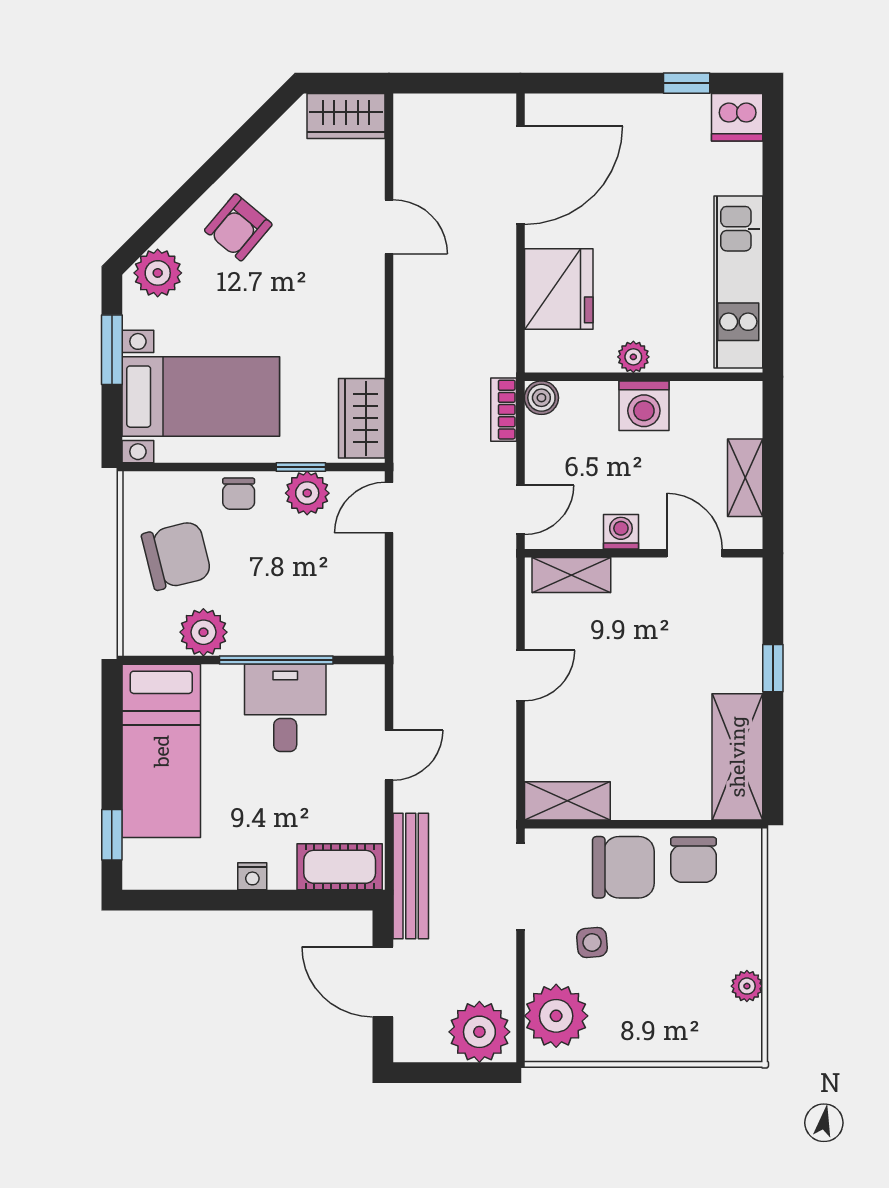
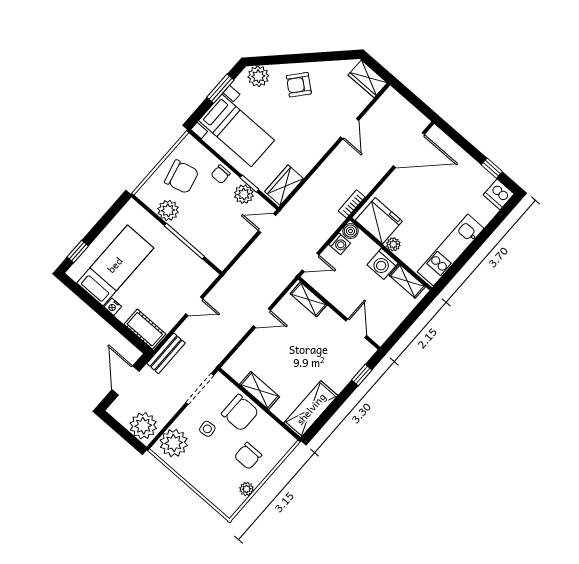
fridge: (559, 289) -> (379, 221), moved, turned -90
bookcase: (504, 410) -> (352, 204), moved
shelving: (745, 478) -> (407, 281), moved, turned 90
washing machine: (621, 532) -> (340, 244), moved, turned 90
window: (773, 668) -> (362, 375), moved
desk: (285, 708) -> (173, 260), removed
bed: (161, 751) -> (115, 265), moved, turned 180
shelving: (567, 801) -> (260, 390), moved
chair: (693, 860) -> (248, 456), moved
bench: (411, 876) -> (166, 353), width x0.73

